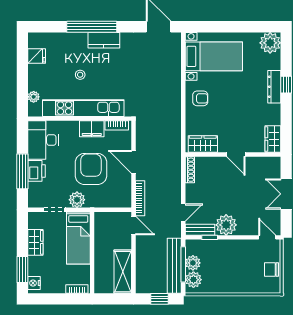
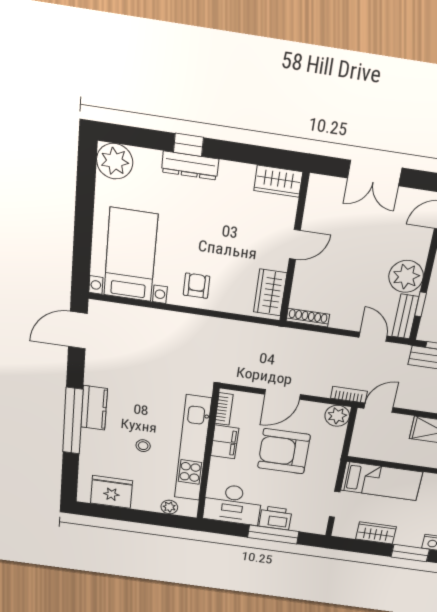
fridge: (37, 56) -> (111, 492), width x1.88, depth x1.34
bookcase: (140, 198) -> (349, 395), width x0.64
plant: (77, 200) -> (337, 416), moved

